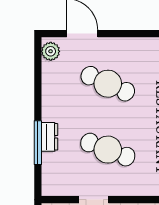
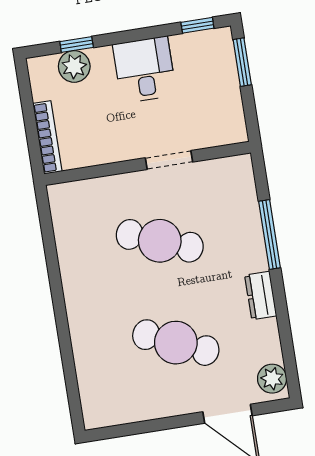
dresser: (49, 137) -> (261, 295), moved

